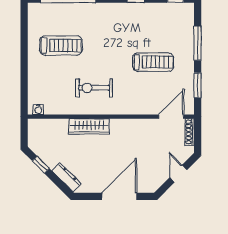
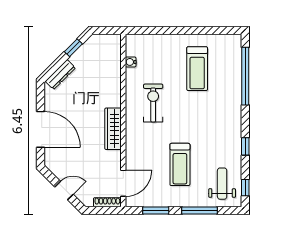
weight bench: (172, 21) -> (222, 184), added
water cooler: (38, 110) -> (131, 62), moved
door: (171, 117) -> (123, 183), hinge flipped
wardrobe: (89, 127) -> (113, 129), moved

